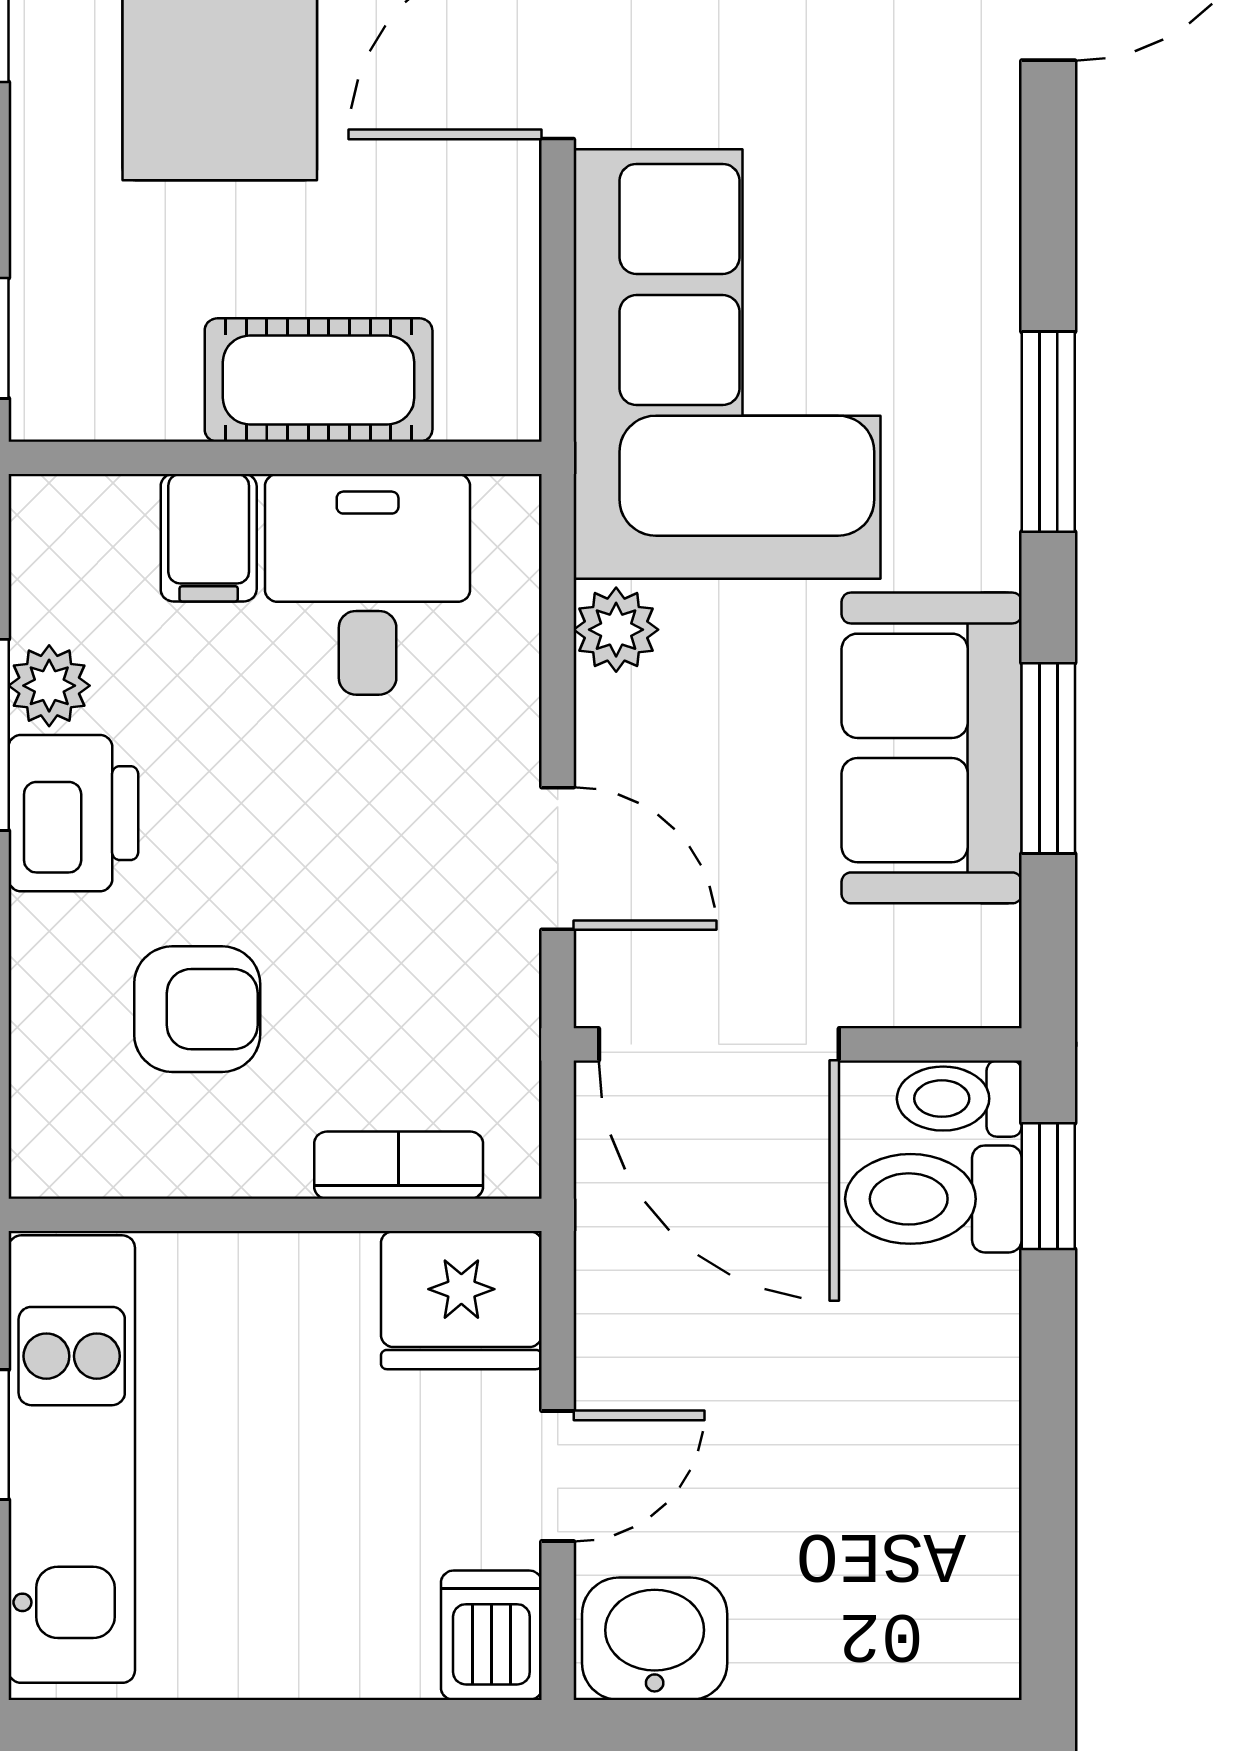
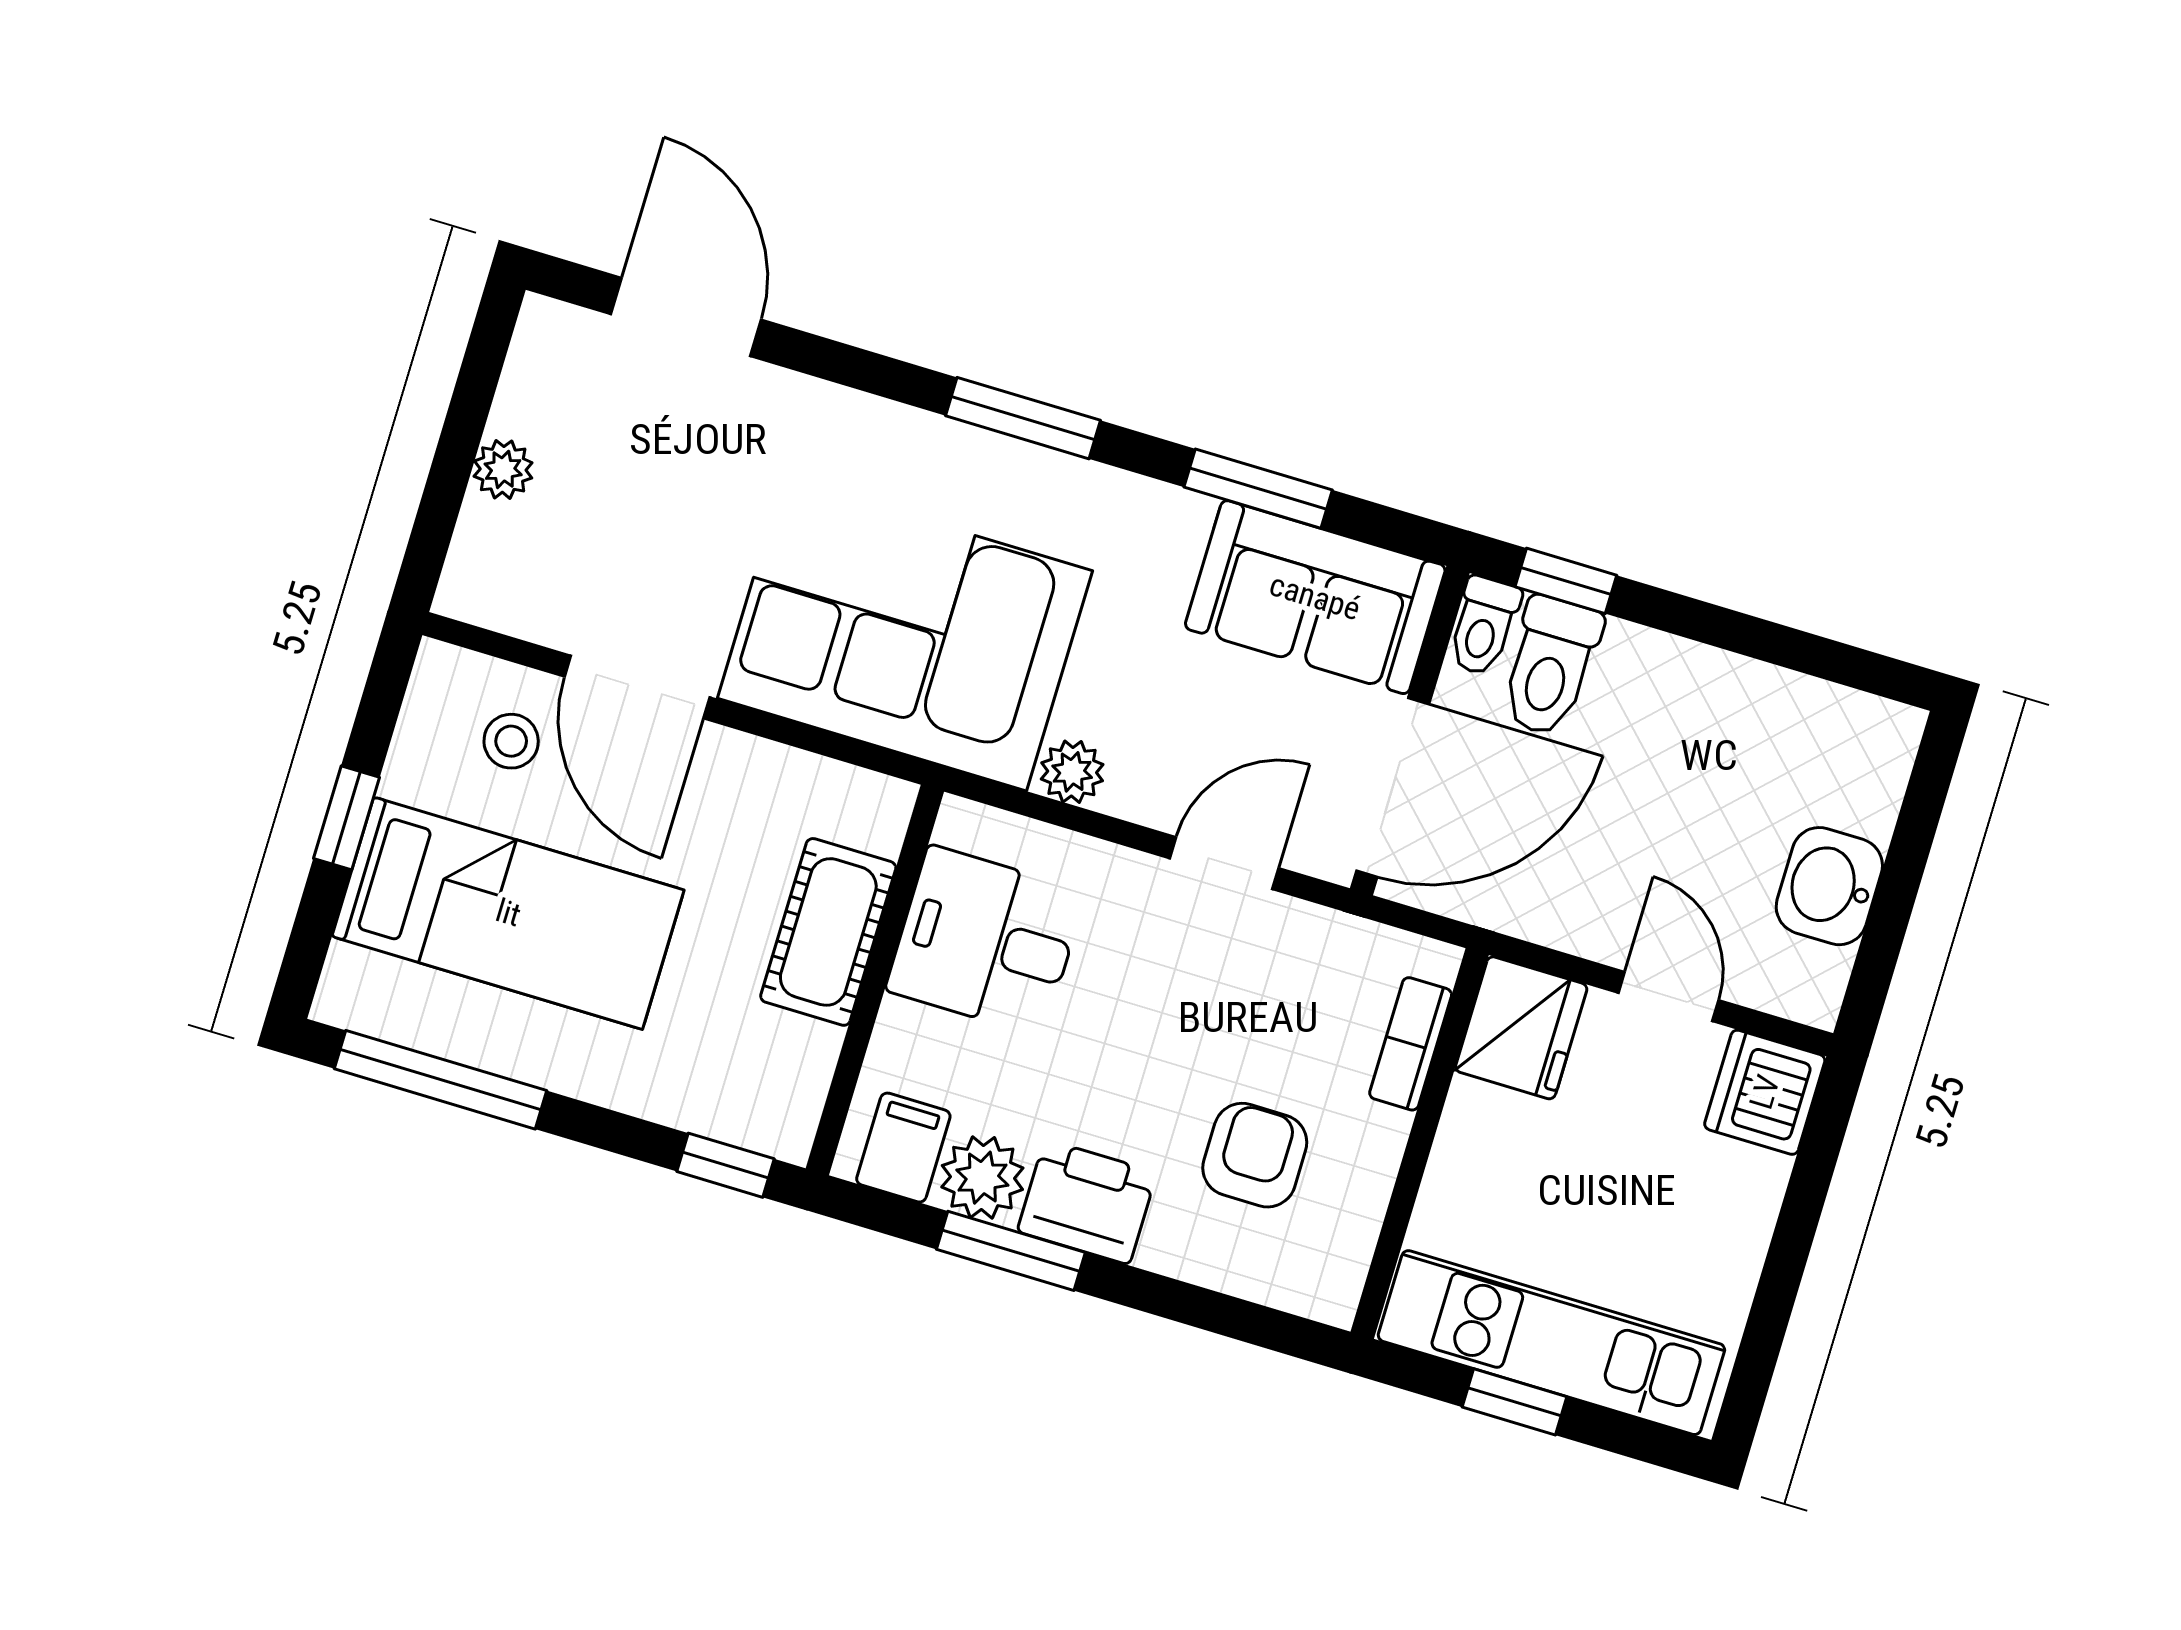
filing cabinet: (209, 538) -> (903, 1148), moved, turned -90
plant: (49, 686) -> (982, 1178), width x1.38, depth x1.38
sofa: (932, 748) -> (1315, 597), moved
dishwasher: (491, 1635) -> (1765, 1092), width x1.38
washbasin: (655, 1639) -> (1829, 886), moved

